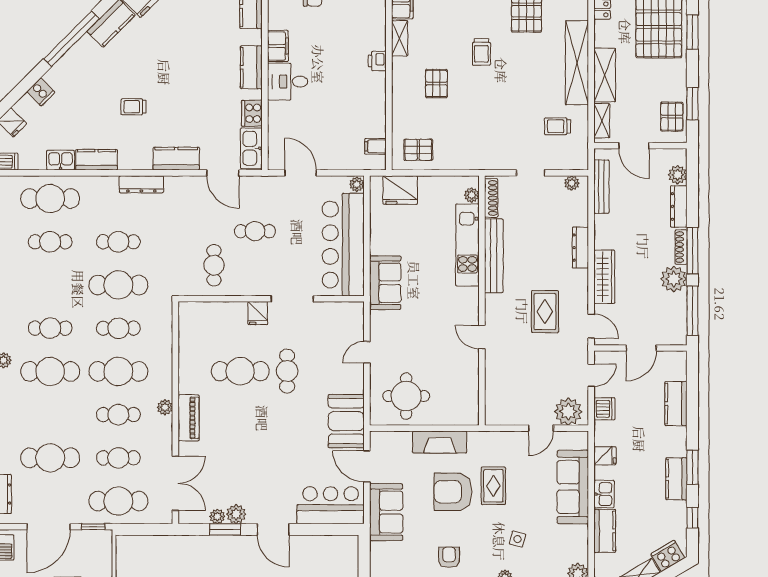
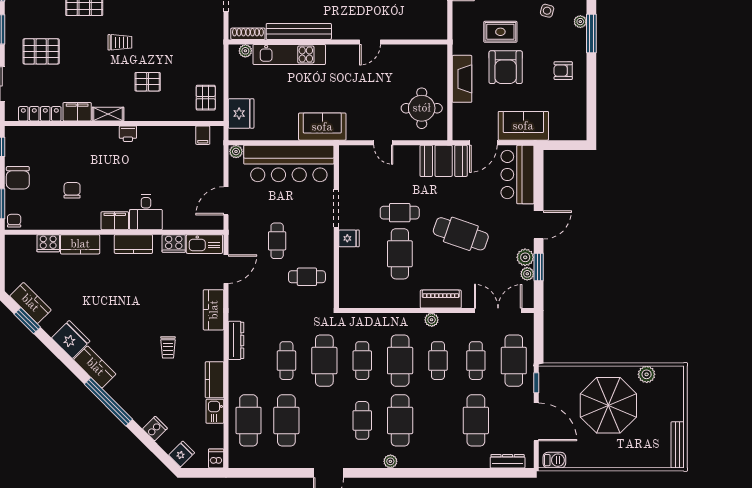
cafe table: (50, 242) -> (286, 420), width x1.37, depth x1.35
cafe table: (263, 441) -> (461, 234), added

